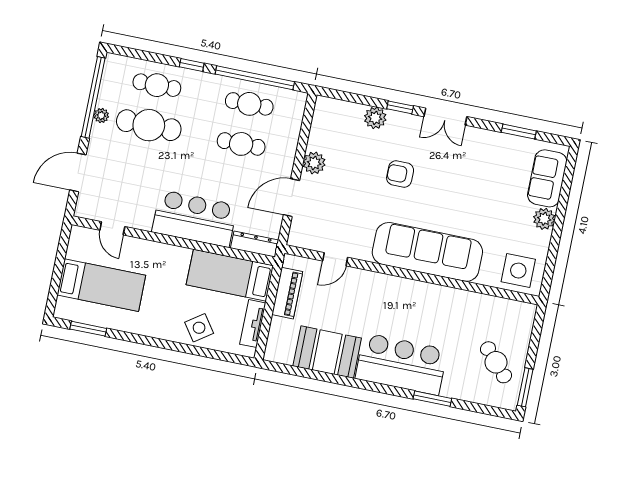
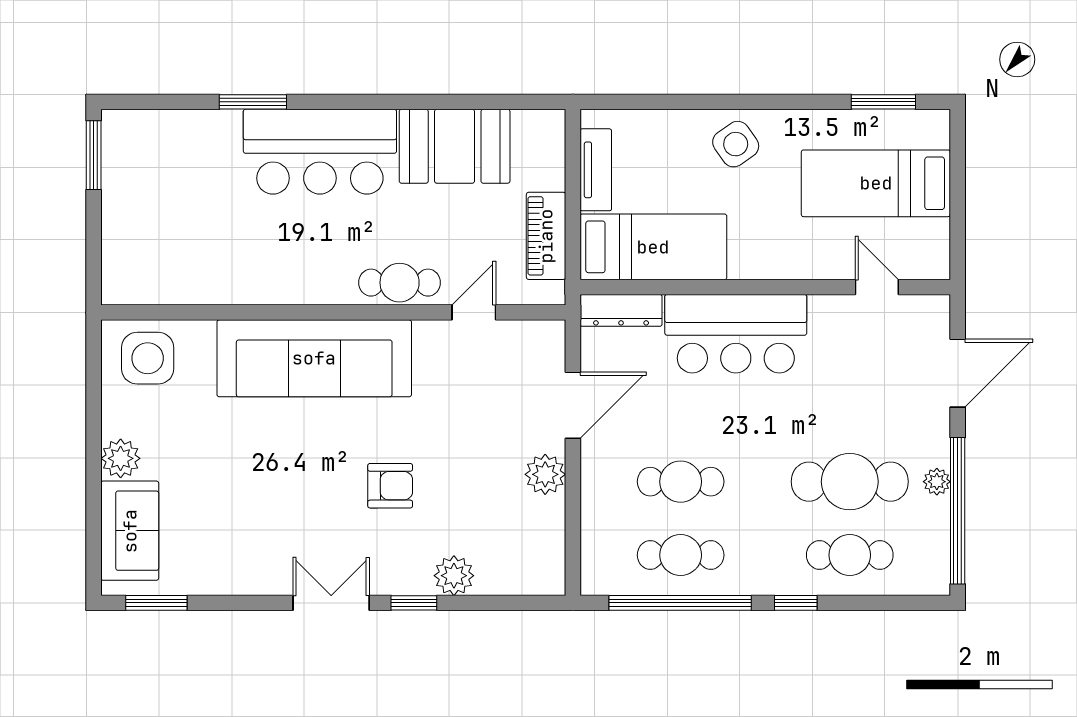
window: (519, 132) -> (156, 603), moved
side table: (199, 328) -> (736, 144), moved
cafe table: (496, 362) -> (400, 283), moved, turned -48

